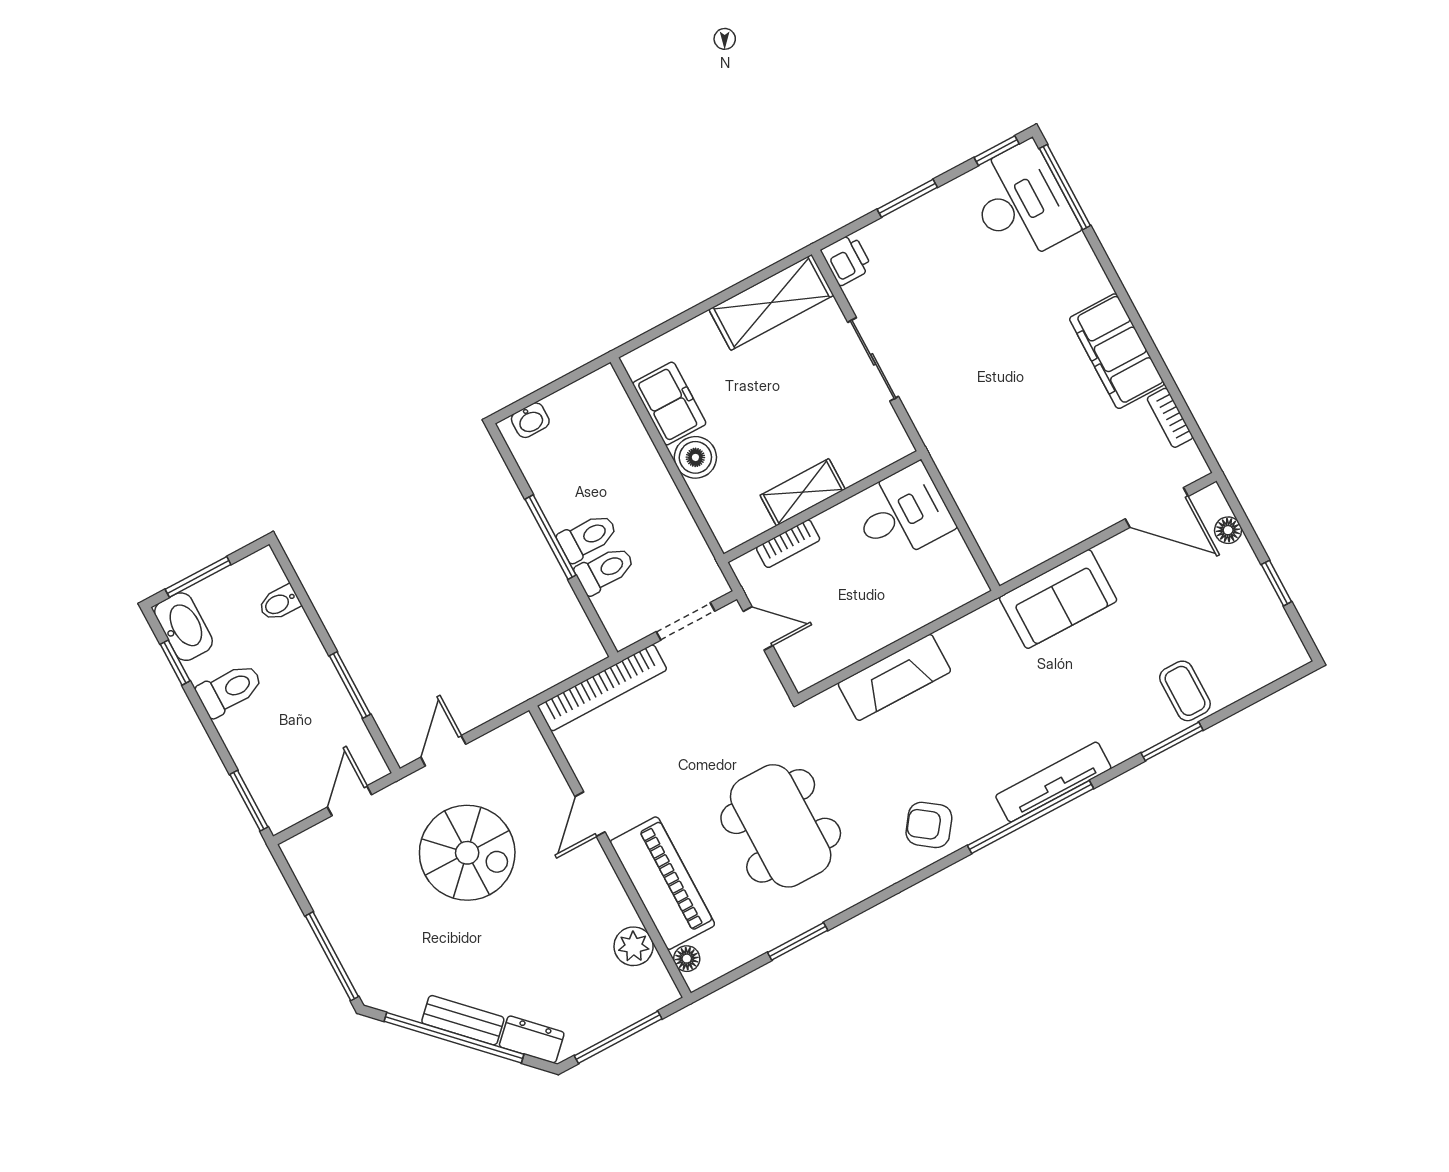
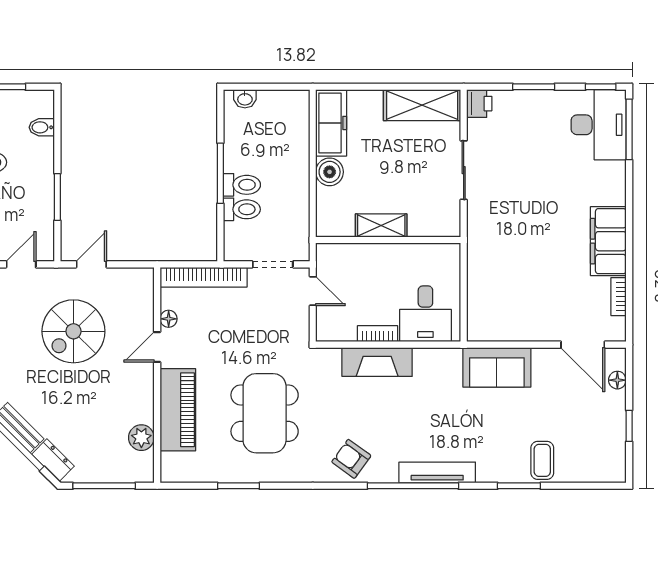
freezer: (669, 404) -> (331, 123), width x1.40
desk: (902, 513) -> (425, 314), moved, turned 90
bookcase: (788, 544) -> (378, 334), moved, turned 180
spiral stairs: (467, 853) -> (73, 331), turned 90
floor lamp: (687, 959) -> (169, 319), moved

